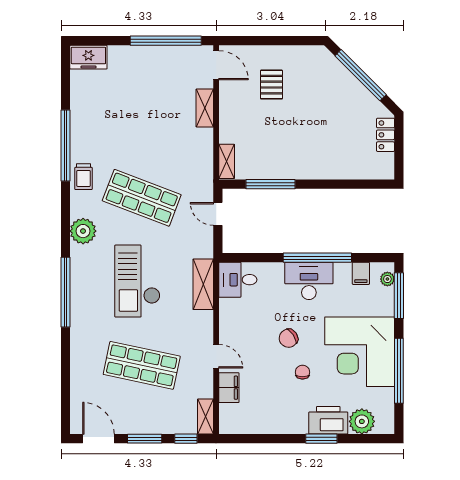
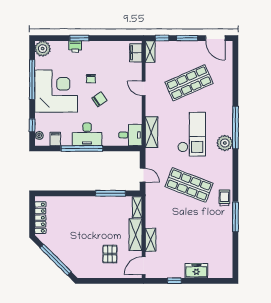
window: (166, 41) -> (174, 281), width x0.32
freezer: (88, 57) -> (196, 271), moved
door: (216, 65) -> (144, 266), hinge flipped
shelving: (229, 116) -> (136, 235), added
locker: (386, 135) -> (40, 218), width x1.53
window: (66, 145) -> (235, 217), width x0.68
plant: (83, 231) -> (225, 143), moved
window: (399, 296) -> (32, 125), width x0.46
shop shelf: (142, 365) -> (189, 83), turned -36
filing cabinet: (229, 388) -> (136, 53), moved
printer: (328, 420) -> (75, 47), width x0.53, depth x0.68
plant: (362, 421) -> (43, 49), moved

